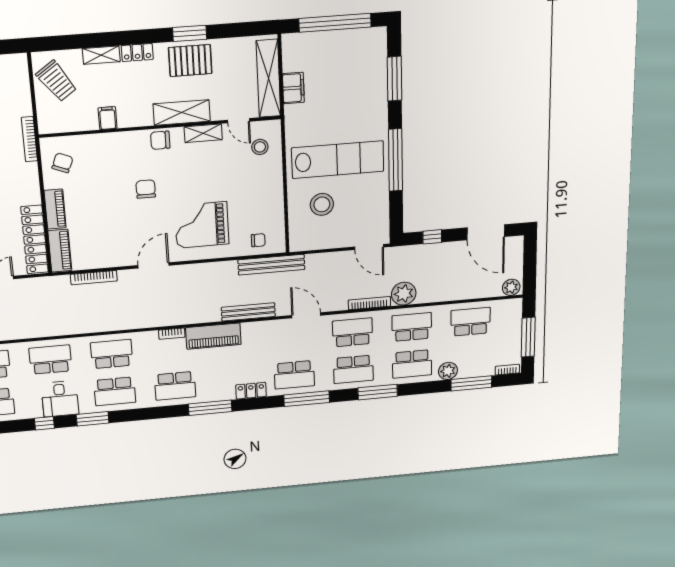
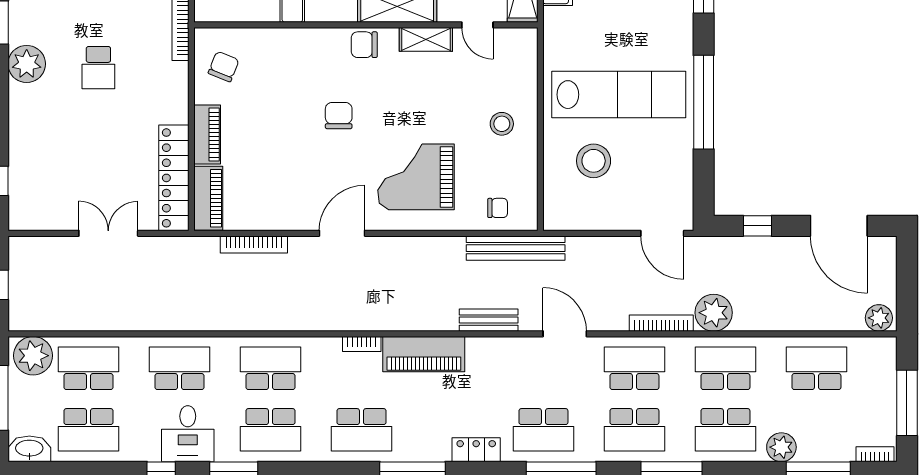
stool: (260, 147) -> (502, 124), moved
bench: (248, 312) -> (489, 320), width x0.73

